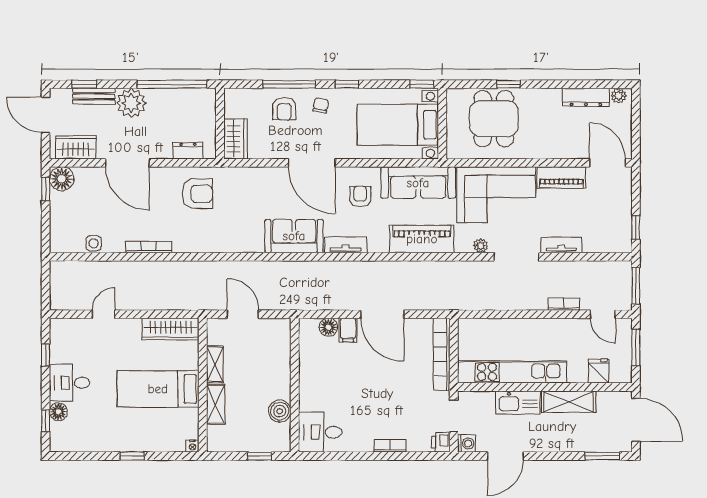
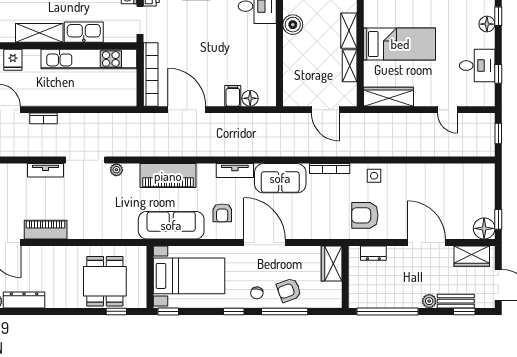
window: (509, 84) -> (116, 311), moved
plant: (131, 103) -> (429, 301), width x0.53, depth x0.53
armchair: (284, 109) -> (289, 290), turned -110
corner sofa: (496, 195) -> (103, 215), removed
side table: (94, 243) -> (374, 176), moved
bookcase: (149, 247) -> (330, 169), moved
window: (46, 287) -> (498, 133), added
door: (104, 314) -> (447, 110), hinge flipped
door: (382, 314) -> (187, 110), moved
desk: (70, 383) -> (477, 66), moved

